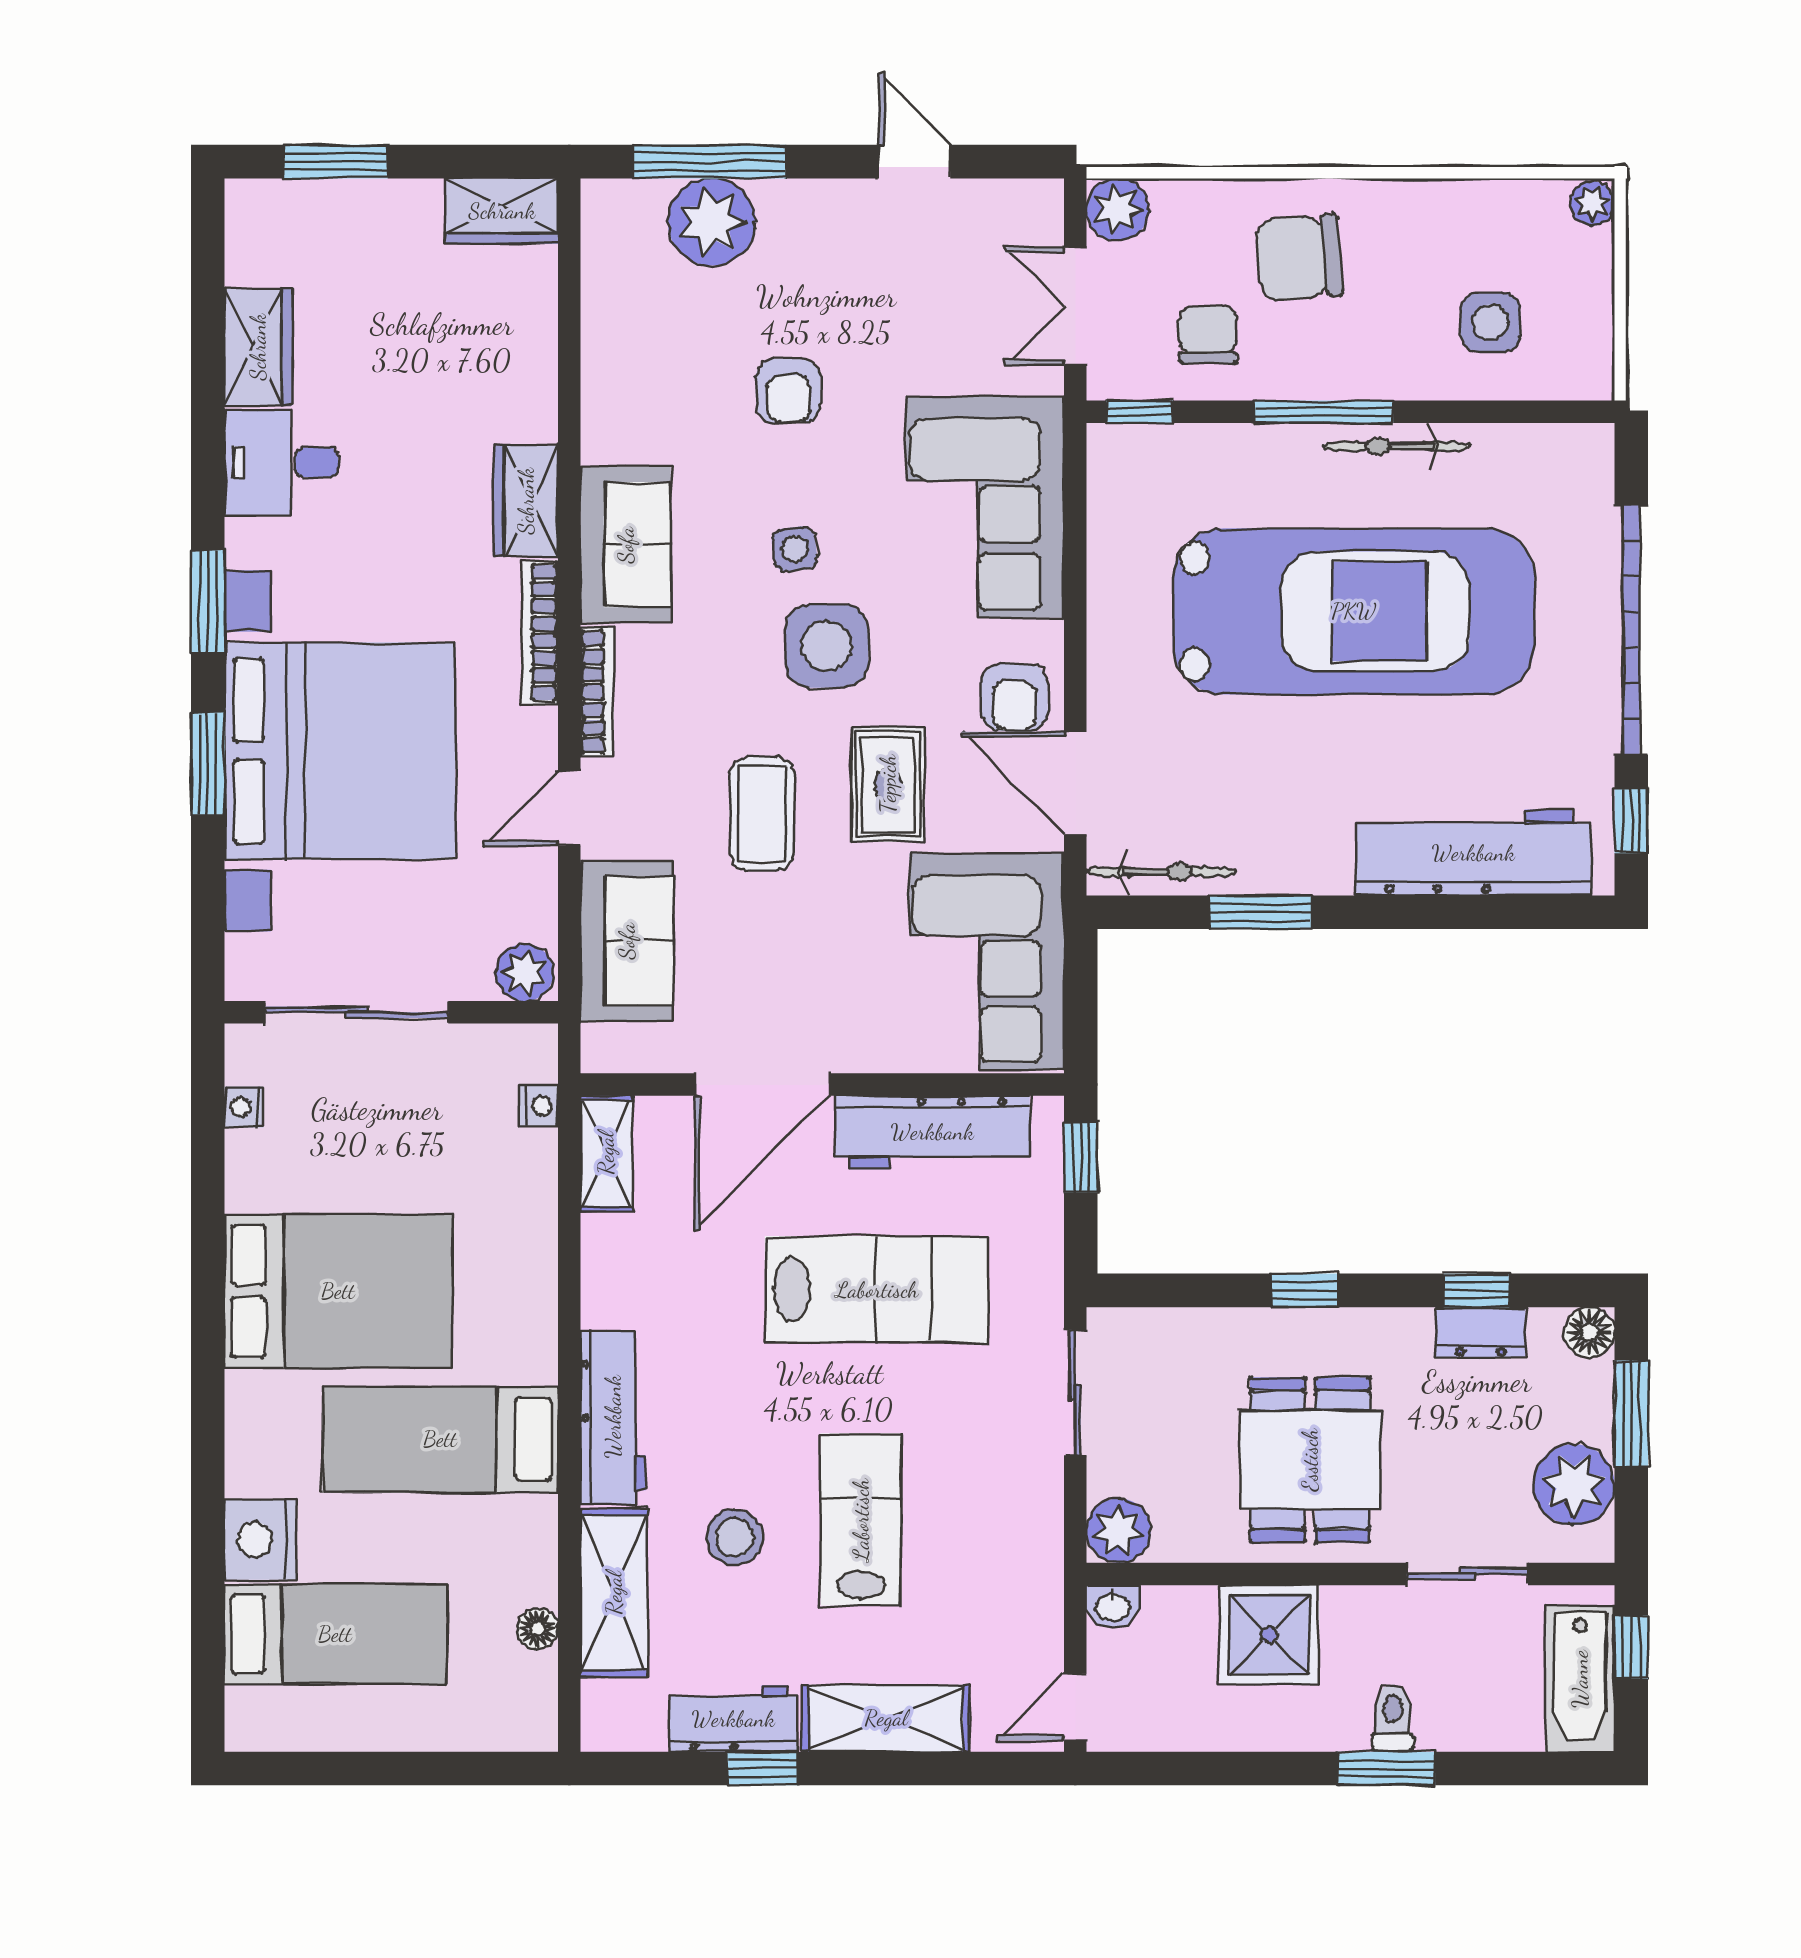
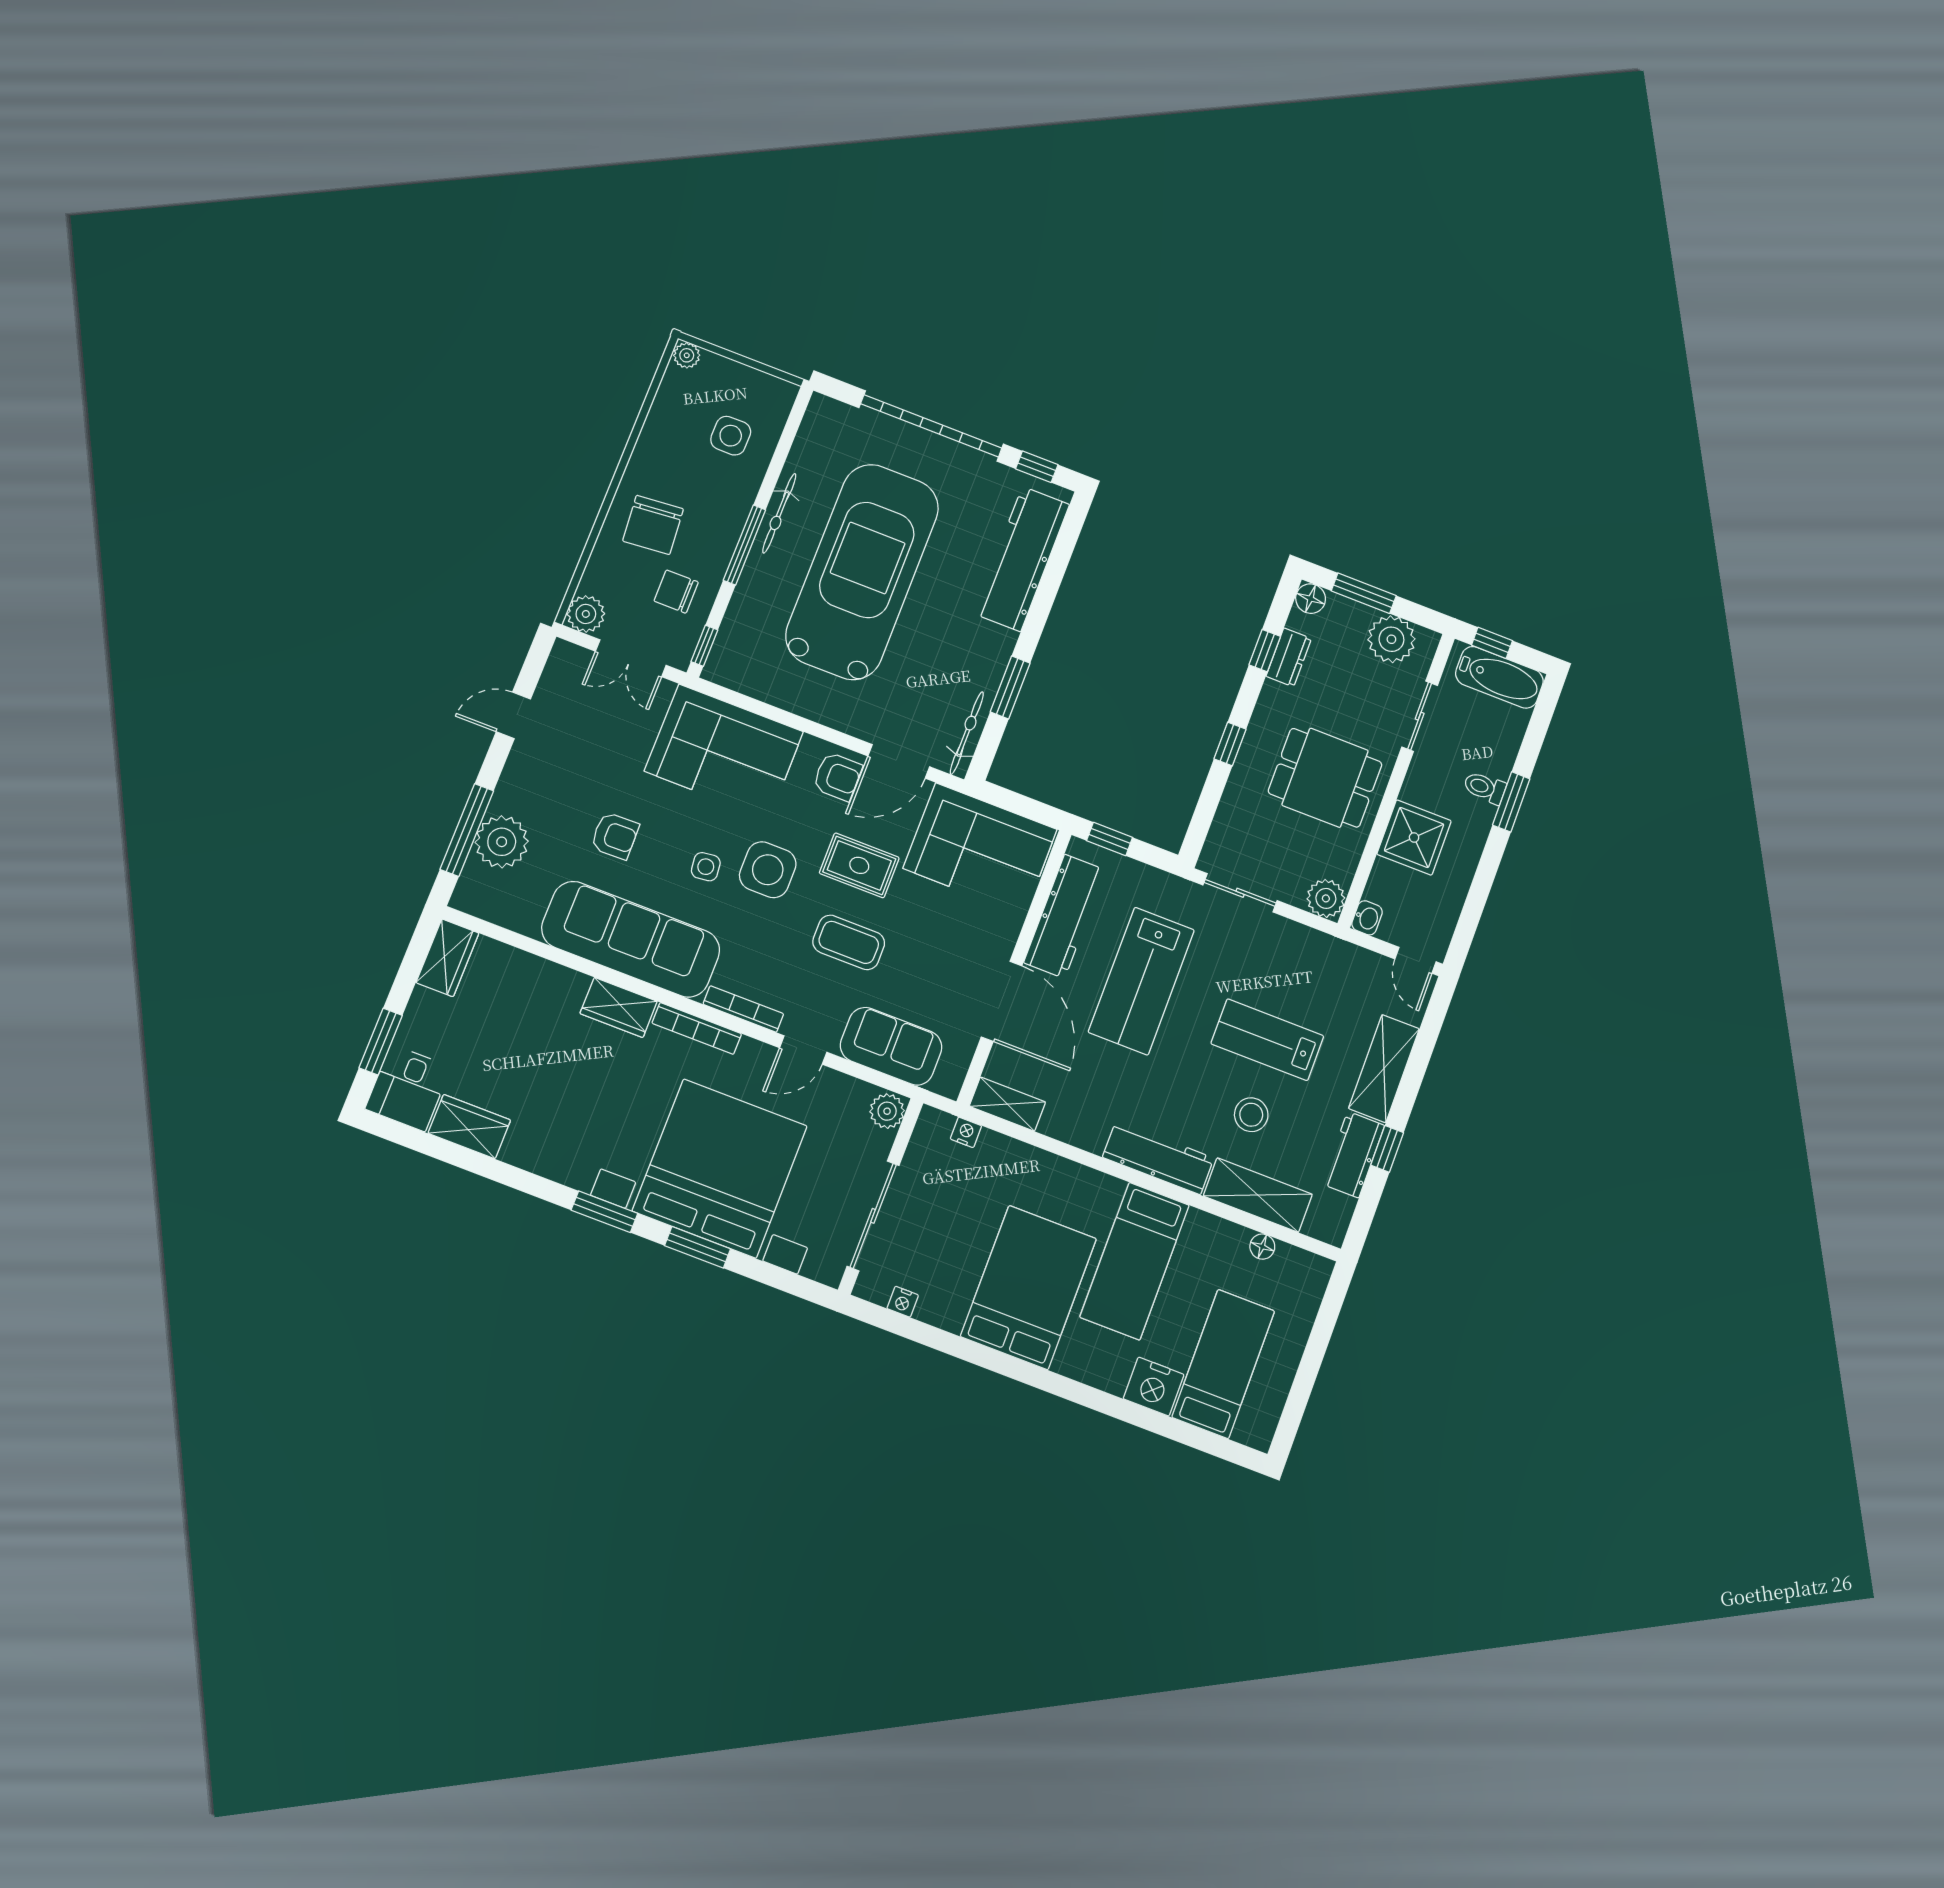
desk: (281, 462) -> (408, 1088), moved
sofa: (626, 545) -> (631, 939), width x1.85, depth x1.27
door: (569, 808) -> (803, 1050), hinge flipped
lab bench: (877, 1290) -> (1141, 981), turned 180

